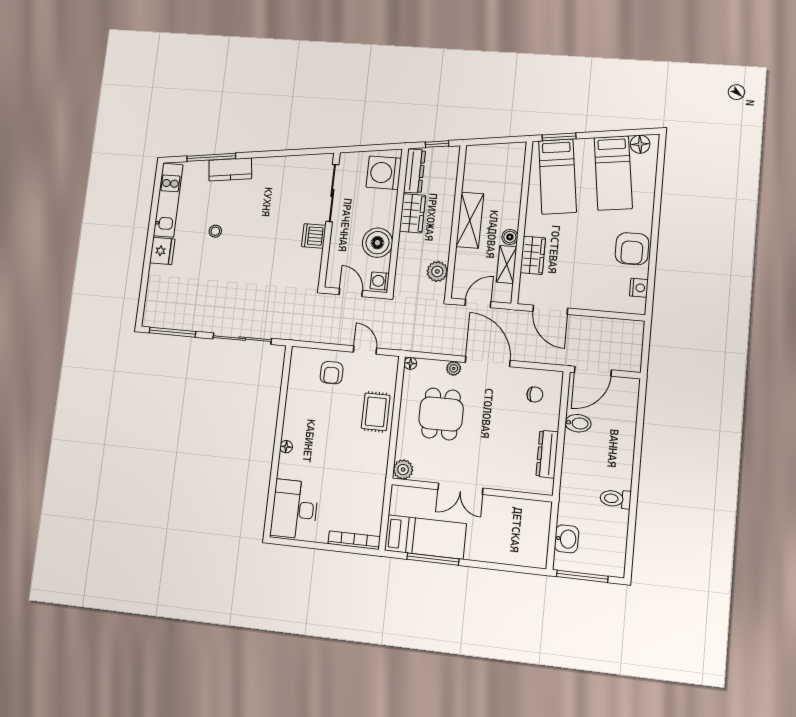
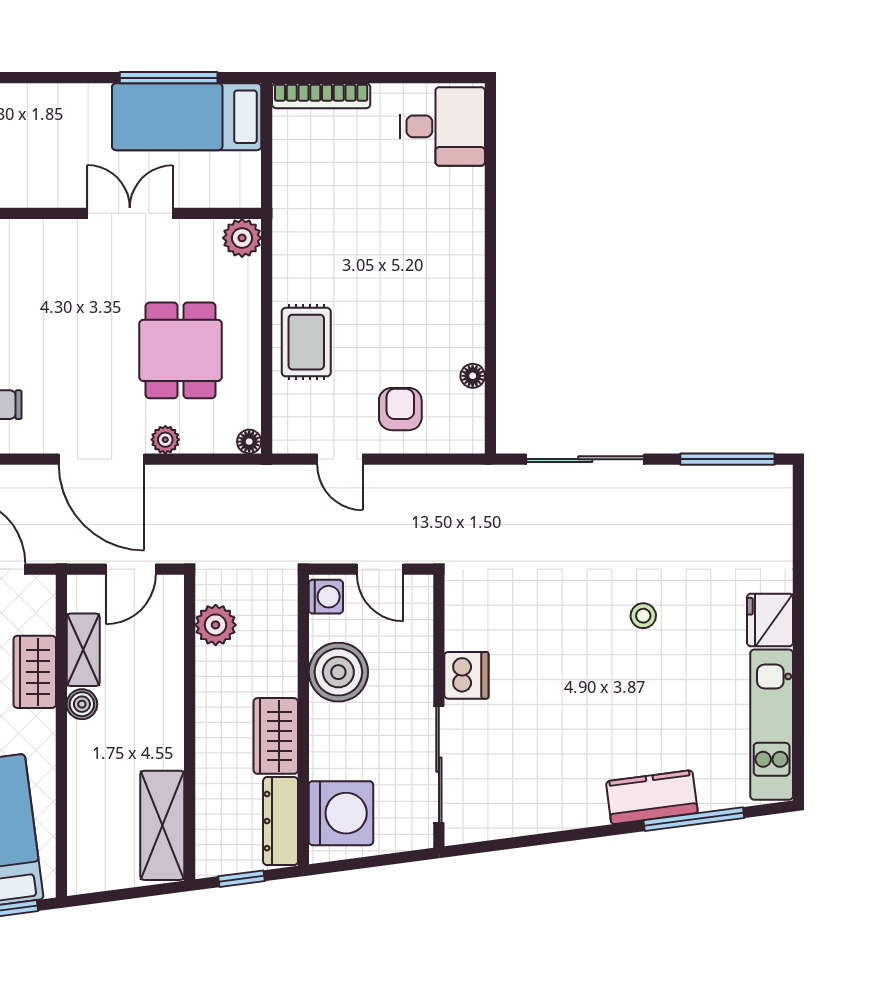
shelving: (470, 220) -> (162, 825), moved
stool: (215, 231) -> (643, 616), moved
floor lamp: (286, 447) -> (473, 376), moved
desk: (295, 509) -> (442, 126), width x0.73

